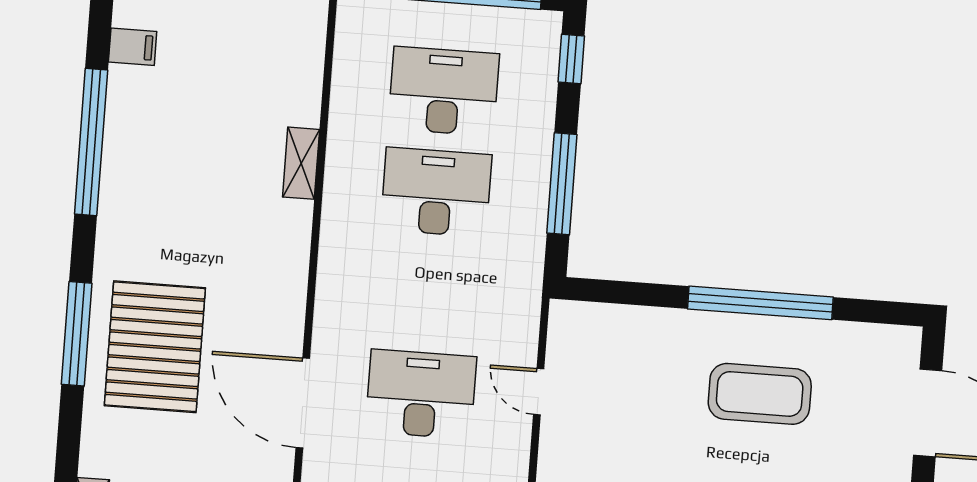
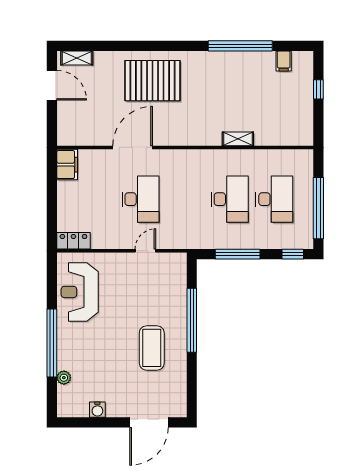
window: (760, 303) -> (192, 320), moved
window: (77, 334) -> (156, 46), removed

